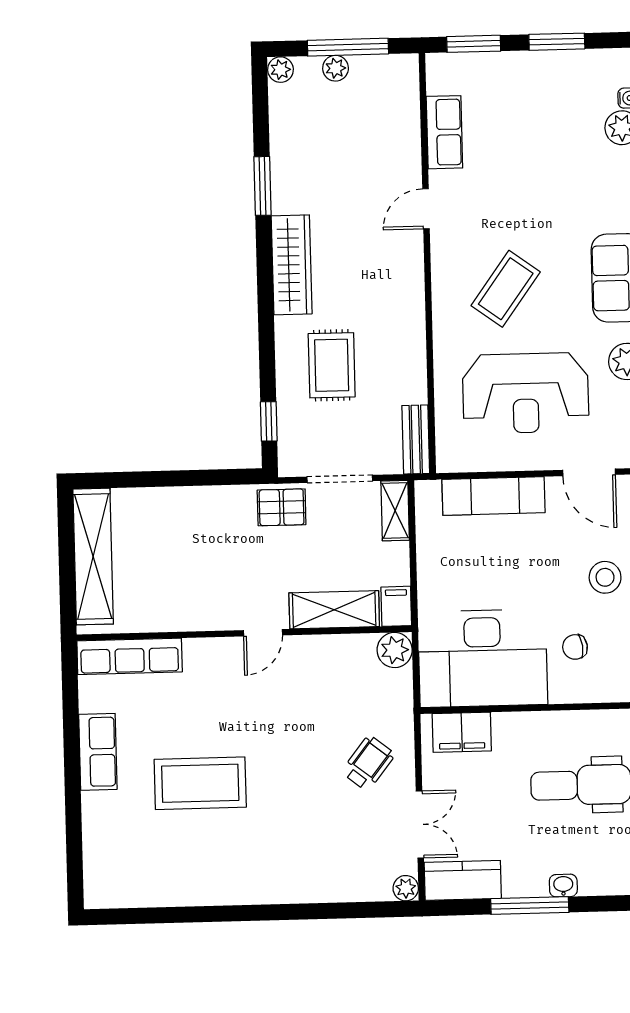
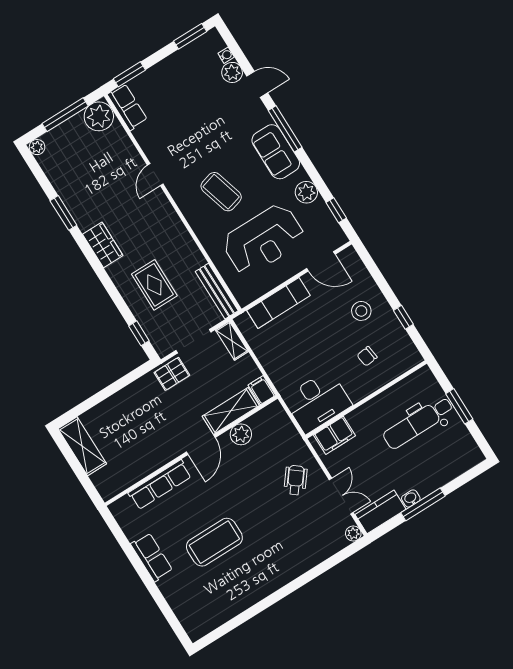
window: (557, 42) -> (190, 36), moved
plant: (336, 68) -> (99, 116), moved, width x1.88, depth x1.88
row of seats: (444, 132) -> (127, 107), moved
wardrobe: (292, 265) -> (103, 245), width x0.67
coffee table: (506, 289) -> (221, 192), turned -52
bench: (416, 439) -> (217, 291), width x1.36
shelving: (93, 557) -> (82, 446), width x0.68
door: (263, 633) -> (201, 445), width x1.38
plant: (395, 650) -> (241, 434), moved
row of seats: (130, 656) -> (160, 485), moved
desk: (483, 658) -> (317, 402), width x0.73, depth x0.77
washbasin: (563, 886) -> (411, 498), moved

